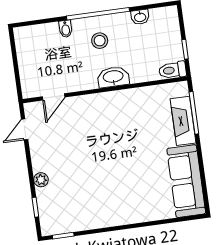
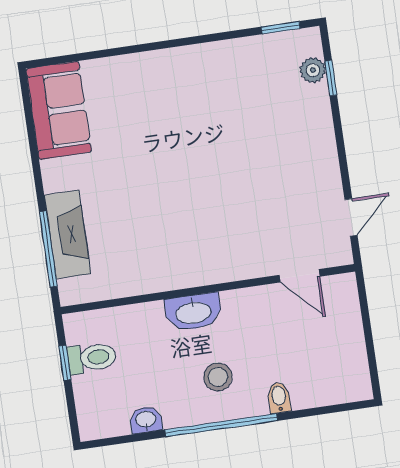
toilet: (172, 70) -> (92, 358), moved
door: (54, 97) -> (300, 276), swing flipped
plant: (41, 180) -> (313, 70), moved
sofa: (186, 181) -> (59, 110), width x0.73

